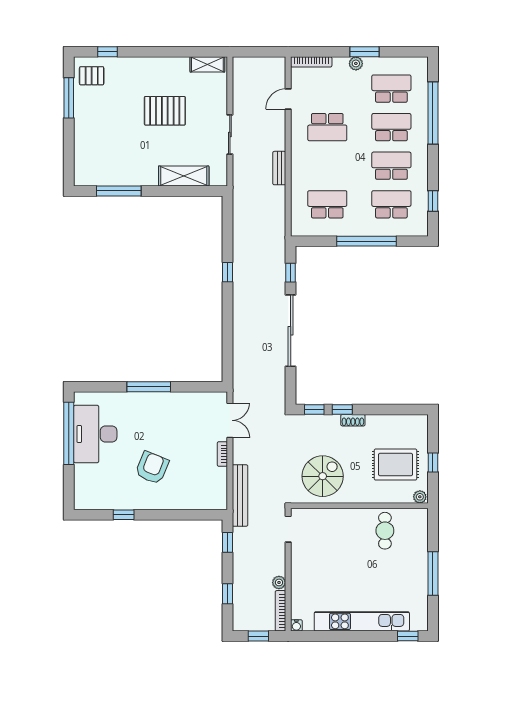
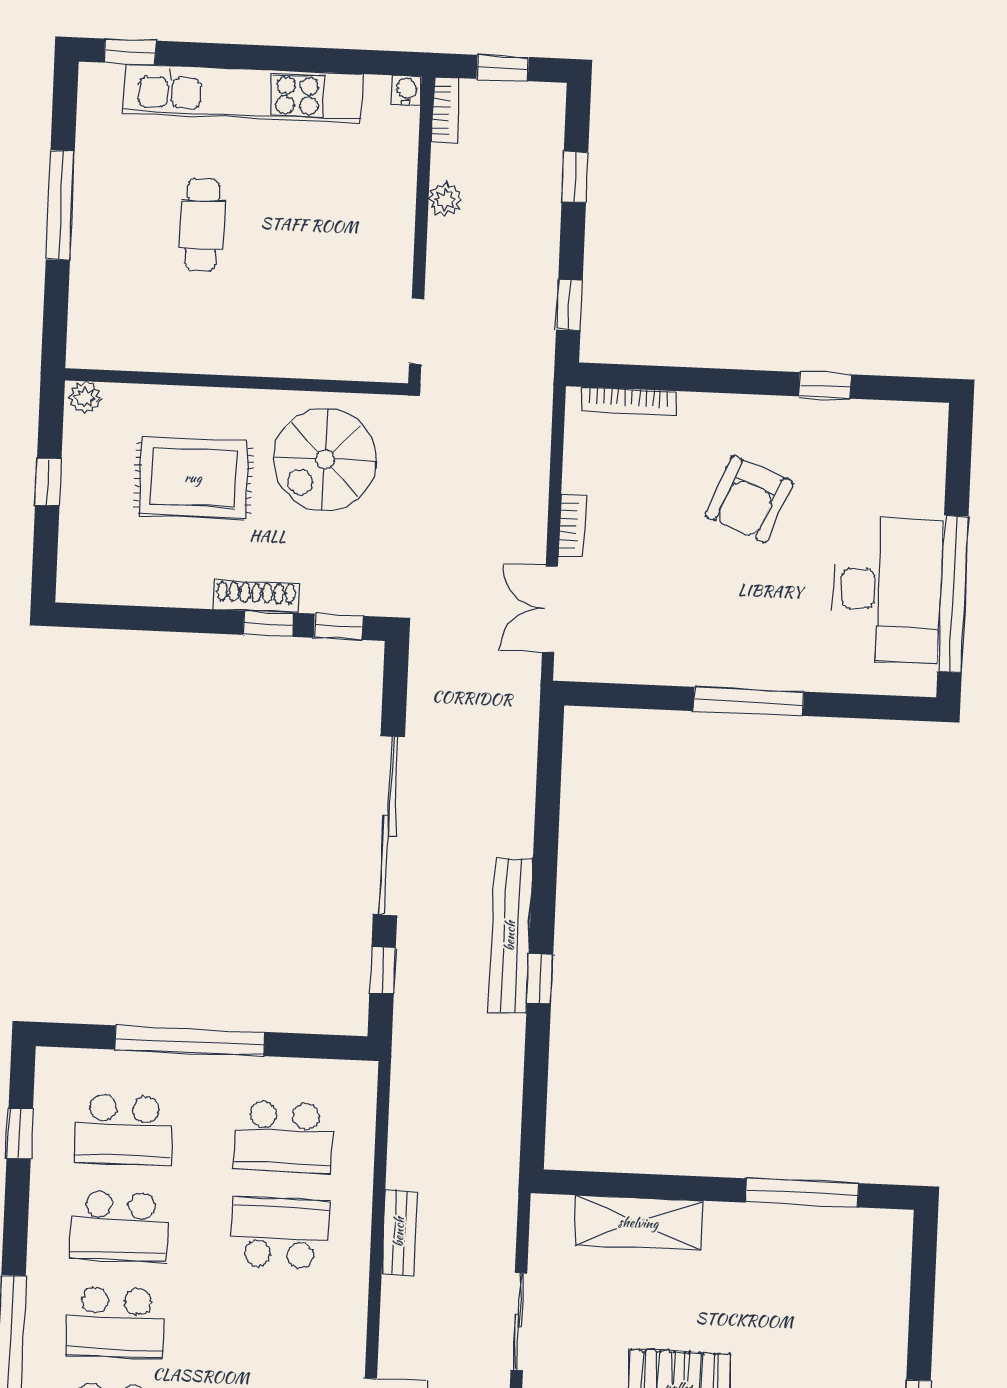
school desk: (327, 127) -> (279, 1233), moved
shoe rack: (353, 420) -> (256, 596), width x1.43
rug: (396, 465) -> (193, 478), moved
bench: (240, 495) -> (510, 936), moved
bookcase: (202, 505) -> (629, 401), added
cafe table: (385, 531) -> (202, 225), moved
bookcase: (280, 611) -> (445, 110), width x0.64

